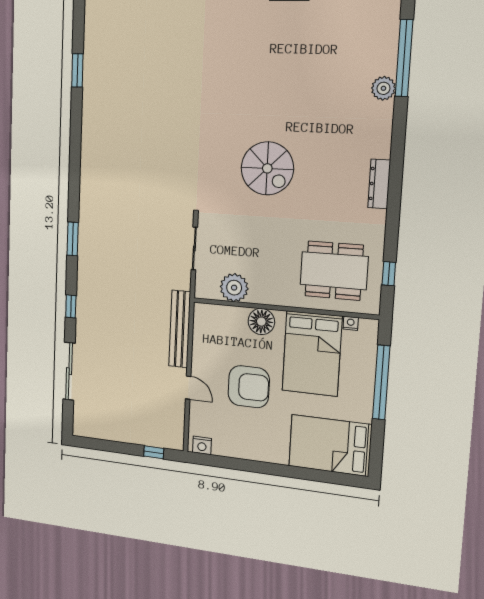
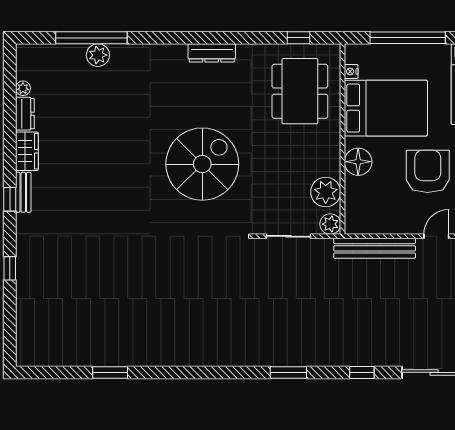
plant: (383, 88) -> (98, 55), moved
spiral stairs: (267, 168) -> (202, 164), width x1.37, depth x1.37
plant: (204, 289) -> (330, 224), added

